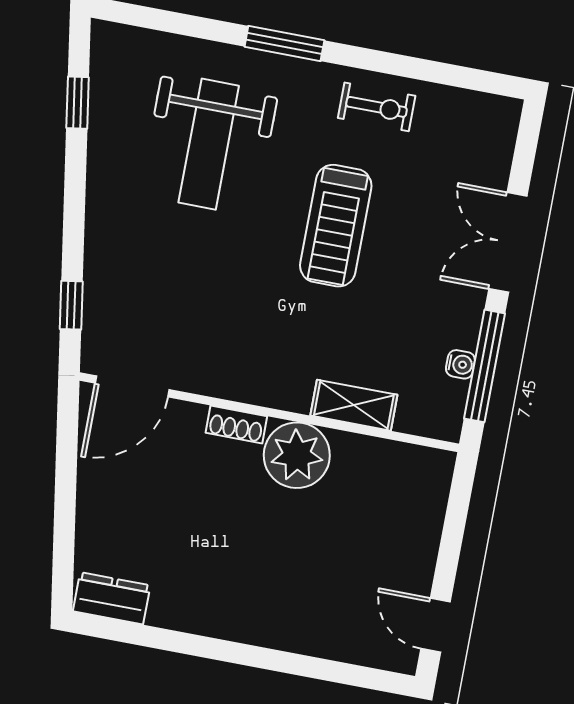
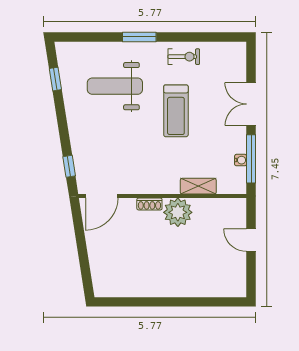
weight bench: (209, 144) -> (115, 86), turned 90
dresser: (112, 598) -> (110, 289), removed
door: (436, 625) -> (251, 240), moved

